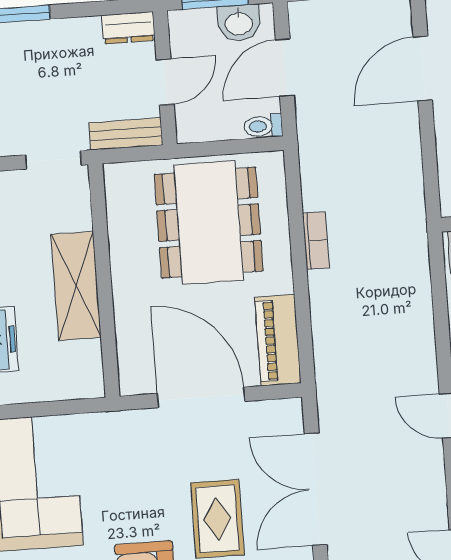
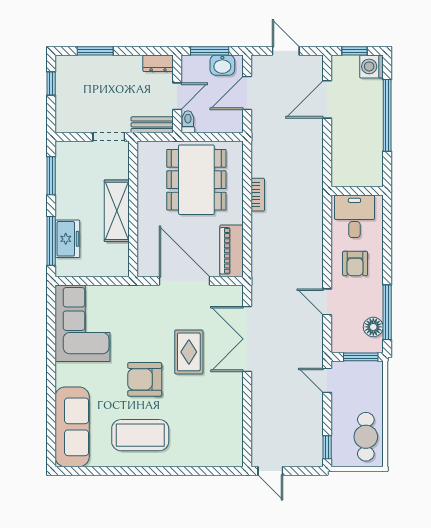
toilet: (263, 126) -> (188, 122), moved, turned 90

